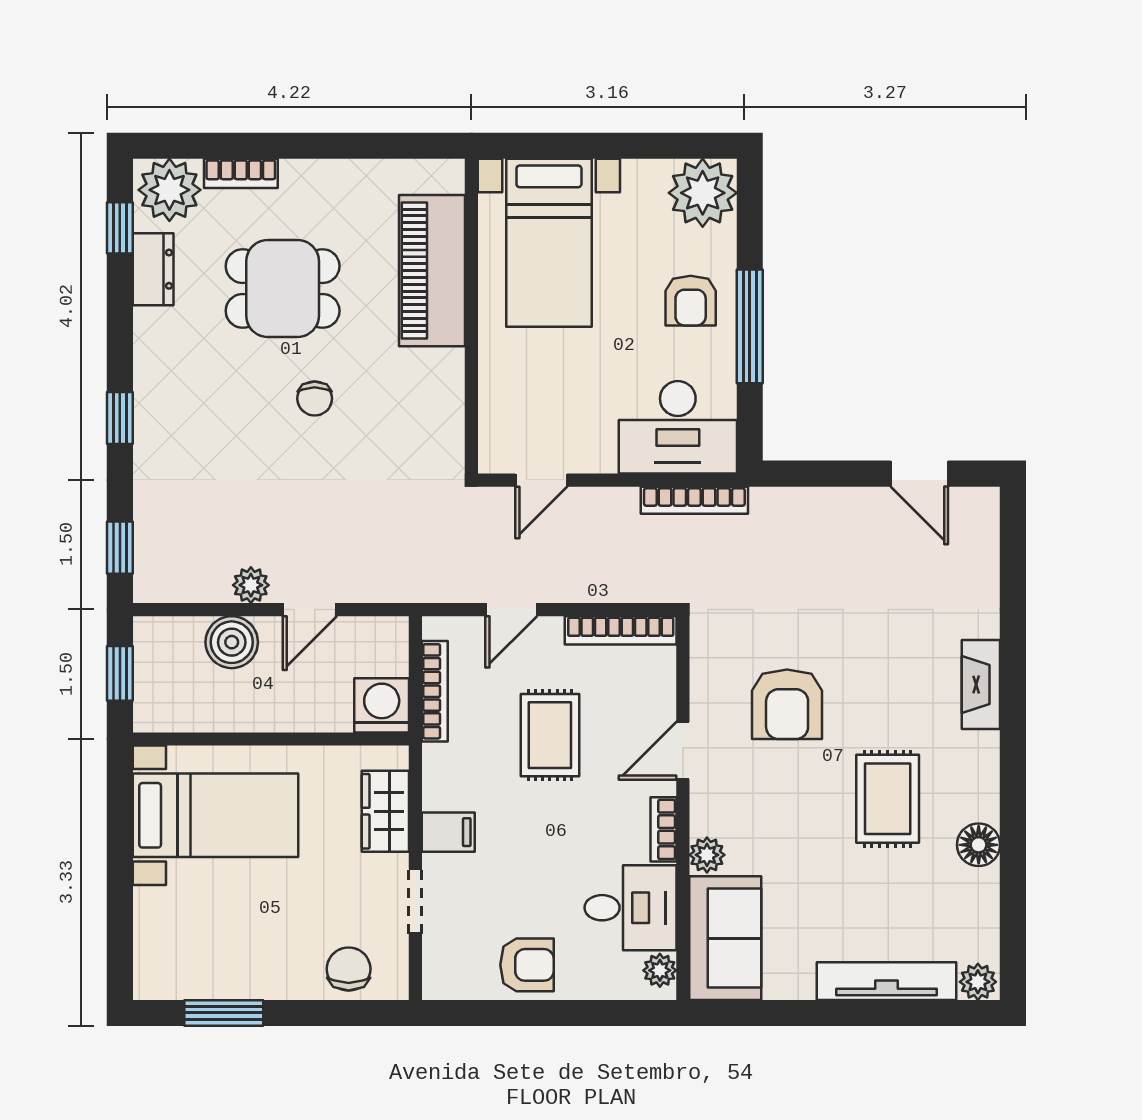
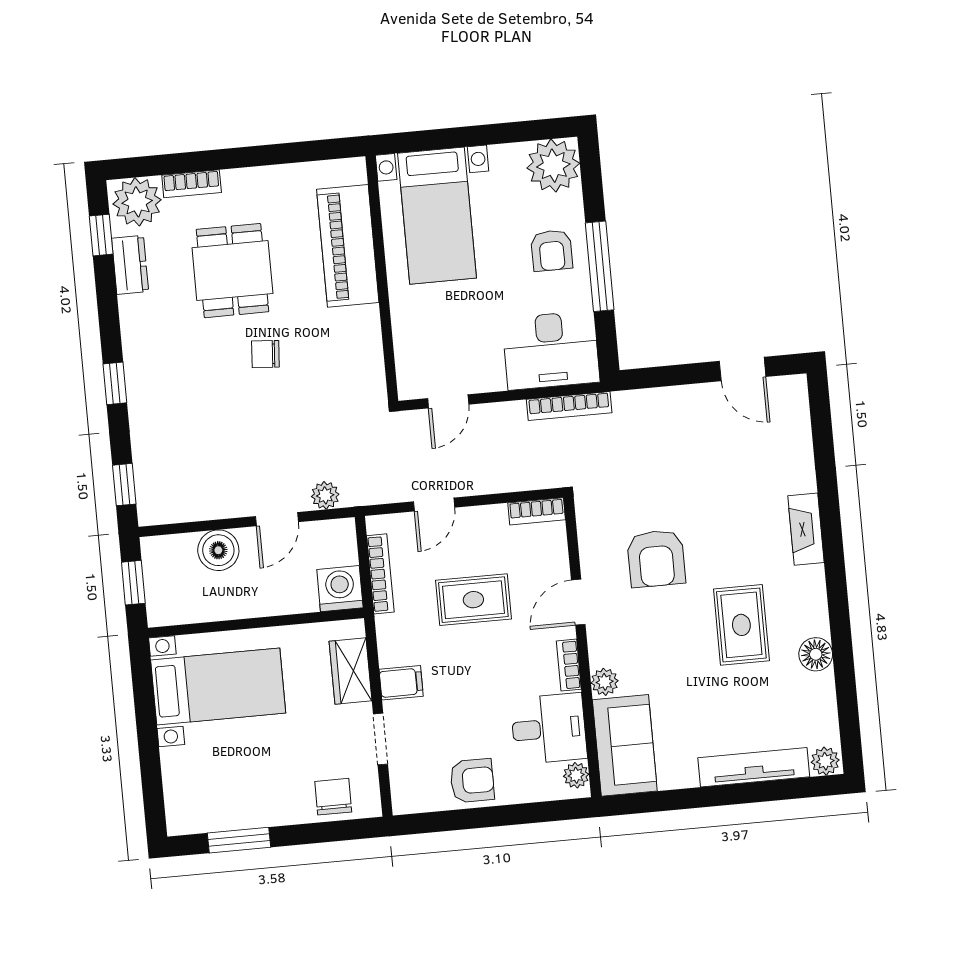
dining table: (283, 288) -> (232, 271), turned 90
chair: (315, 398) -> (265, 354), turned 94
plant: (251, 585) -> (325, 495), moved
bookcase: (621, 630) -> (537, 511), width x0.64
rug: (550, 735) -> (473, 600), turned 90

